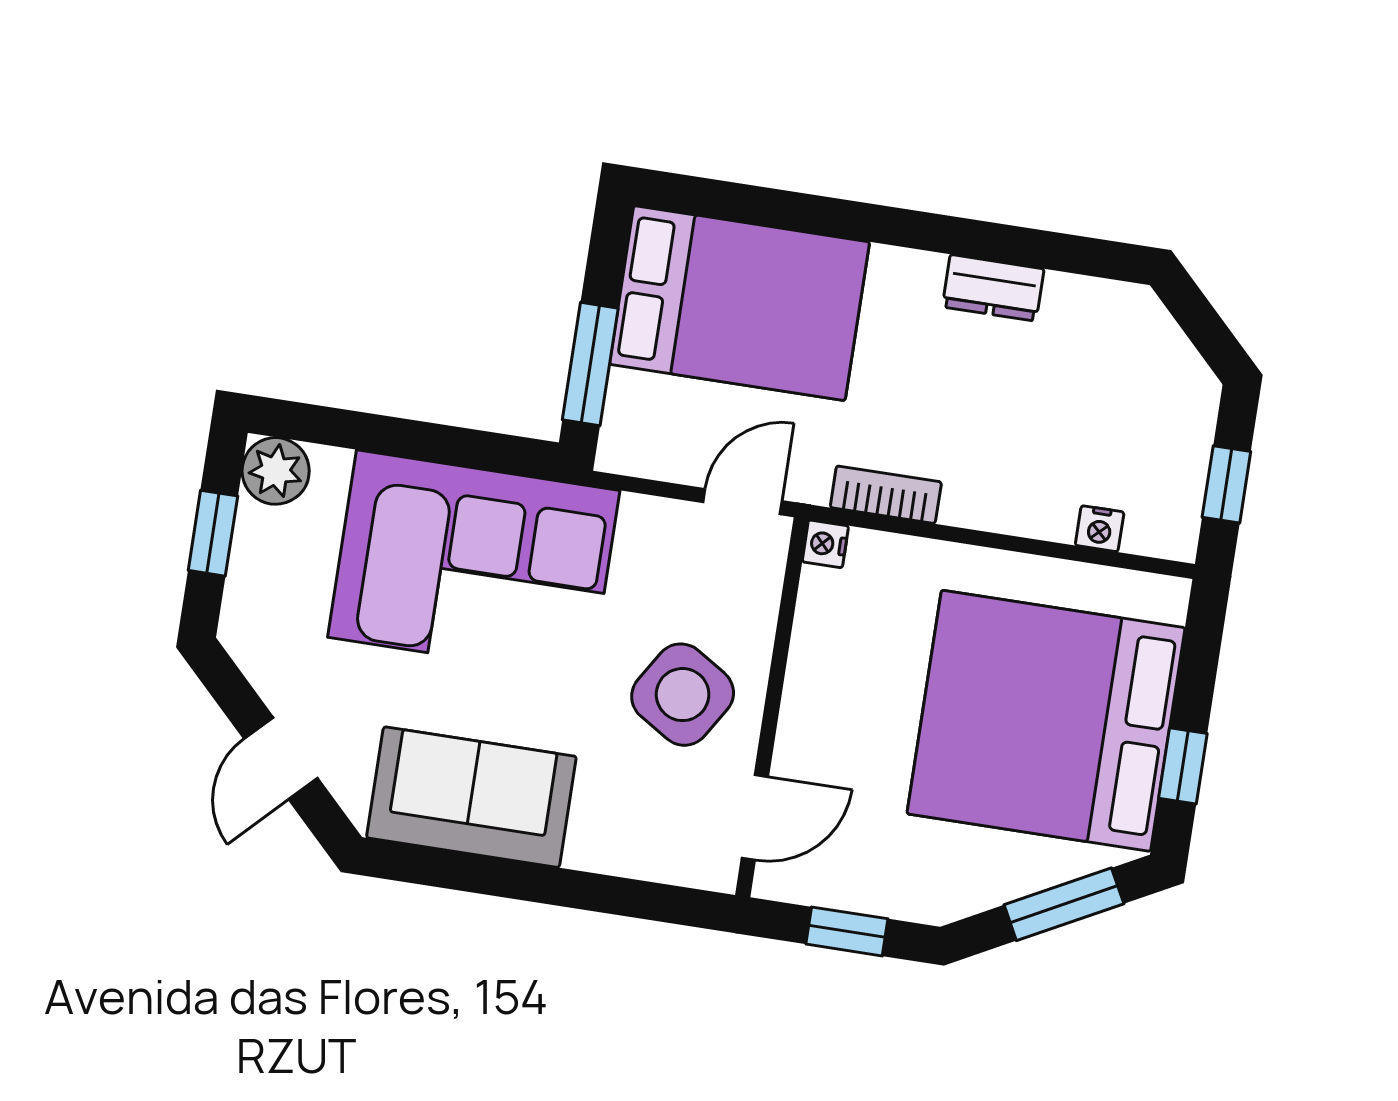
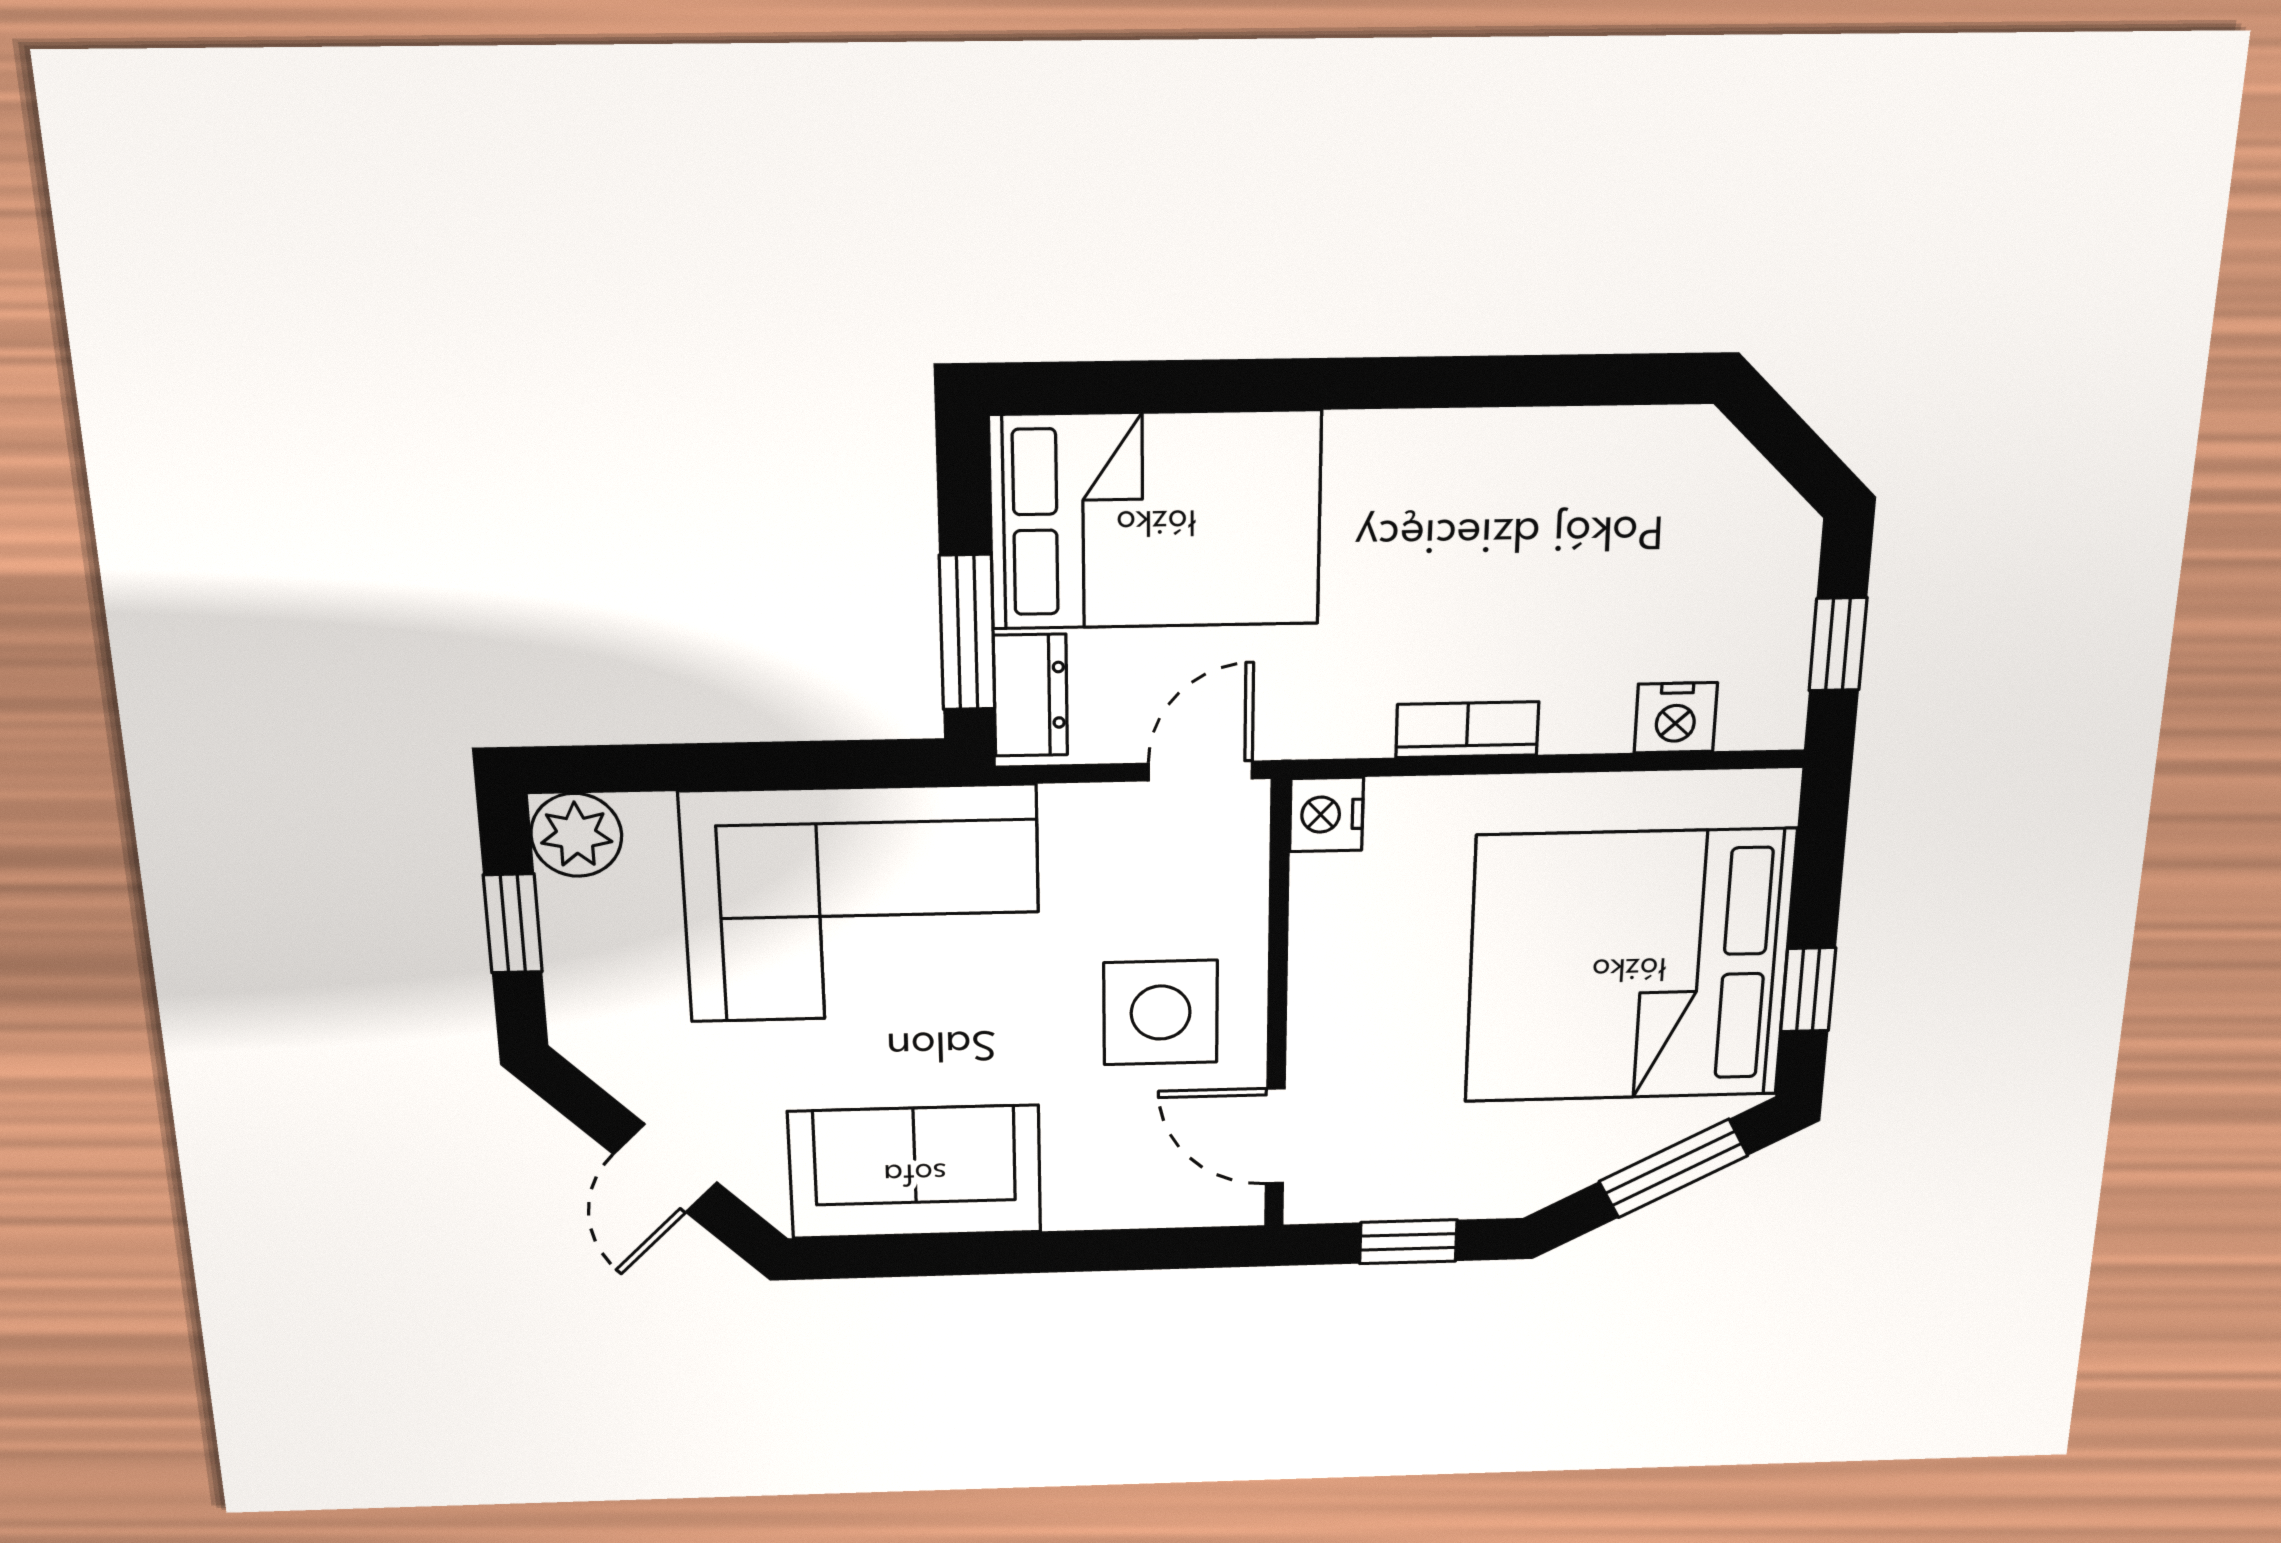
dresser: (993, 288) -> (1031, 695), moved, turned -90
bookcase: (886, 495) -> (1467, 730), moved
nightstand: (1100, 529) -> (1676, 718), width x1.39, depth x1.35
nightstand: (825, 544) -> (1326, 814), width x1.39, depth x1.35
side table: (683, 695) -> (1161, 1013), turned -32
door: (755, 817) -> (1275, 1136), swing flipped

